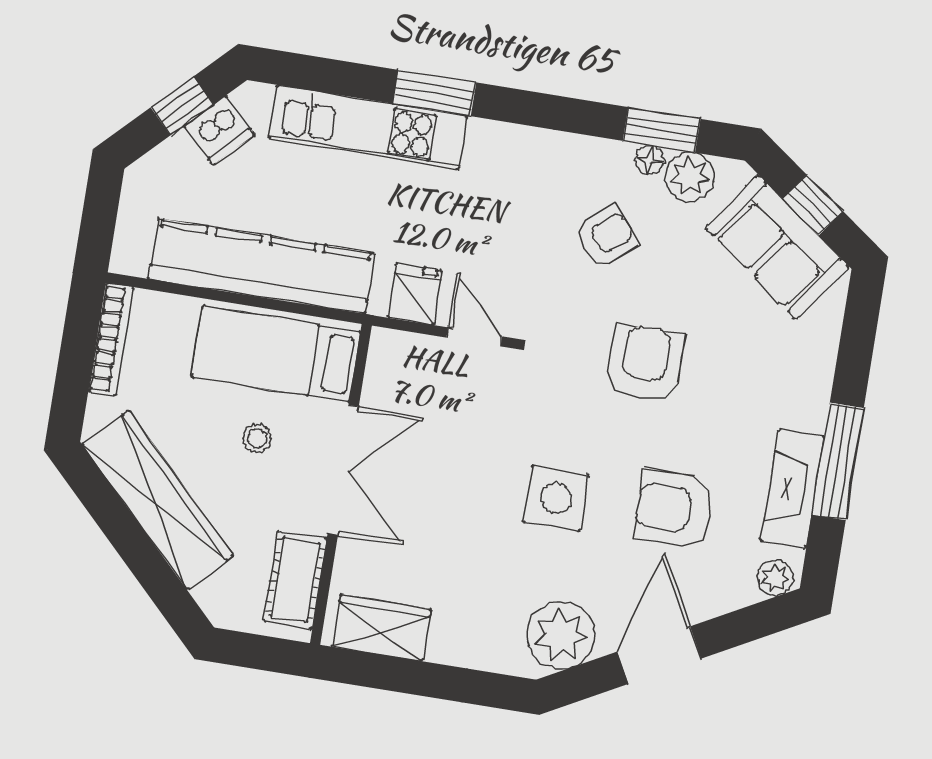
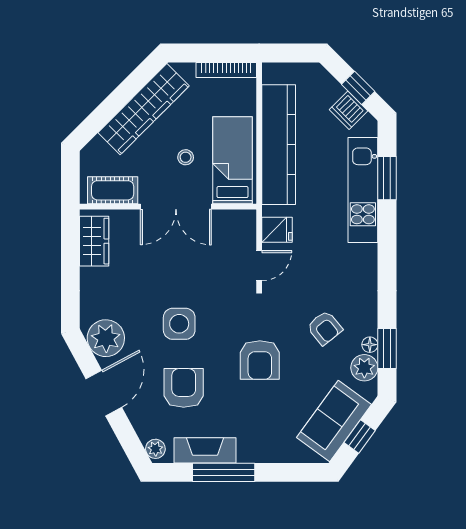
window: (434, 93) -> (387, 178), moved
armchair: (645, 363) -> (260, 360), turned 90
door: (659, 655) -> (104, 393), hinge flipped

